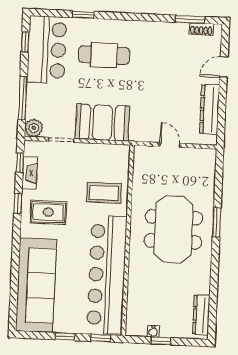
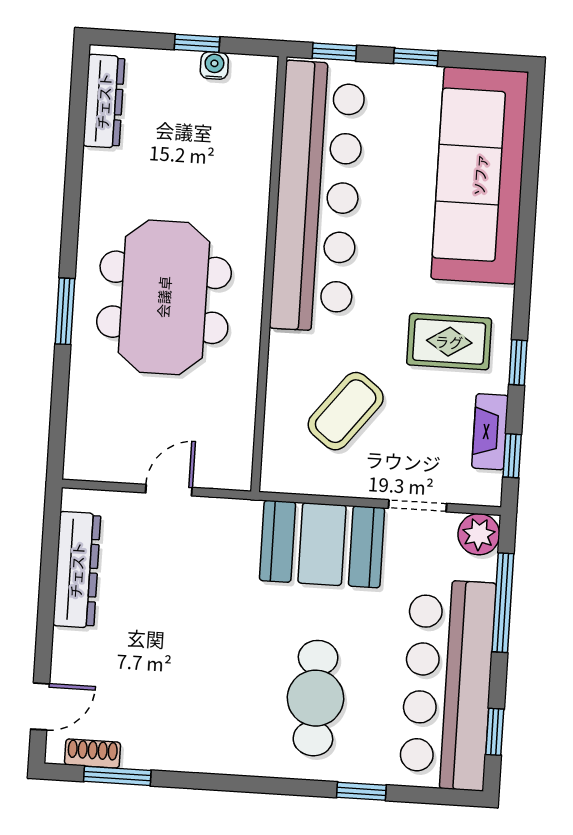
bar counter: (47, 50) -> (448, 685), width x1.36
cafe table: (104, 55) -> (316, 698), turned 90
door: (224, 67) -> (40, 706), moved
door: (170, 145) -> (169, 490), swing flipped
coffee table: (104, 193) -> (346, 411), moved, turned -52

